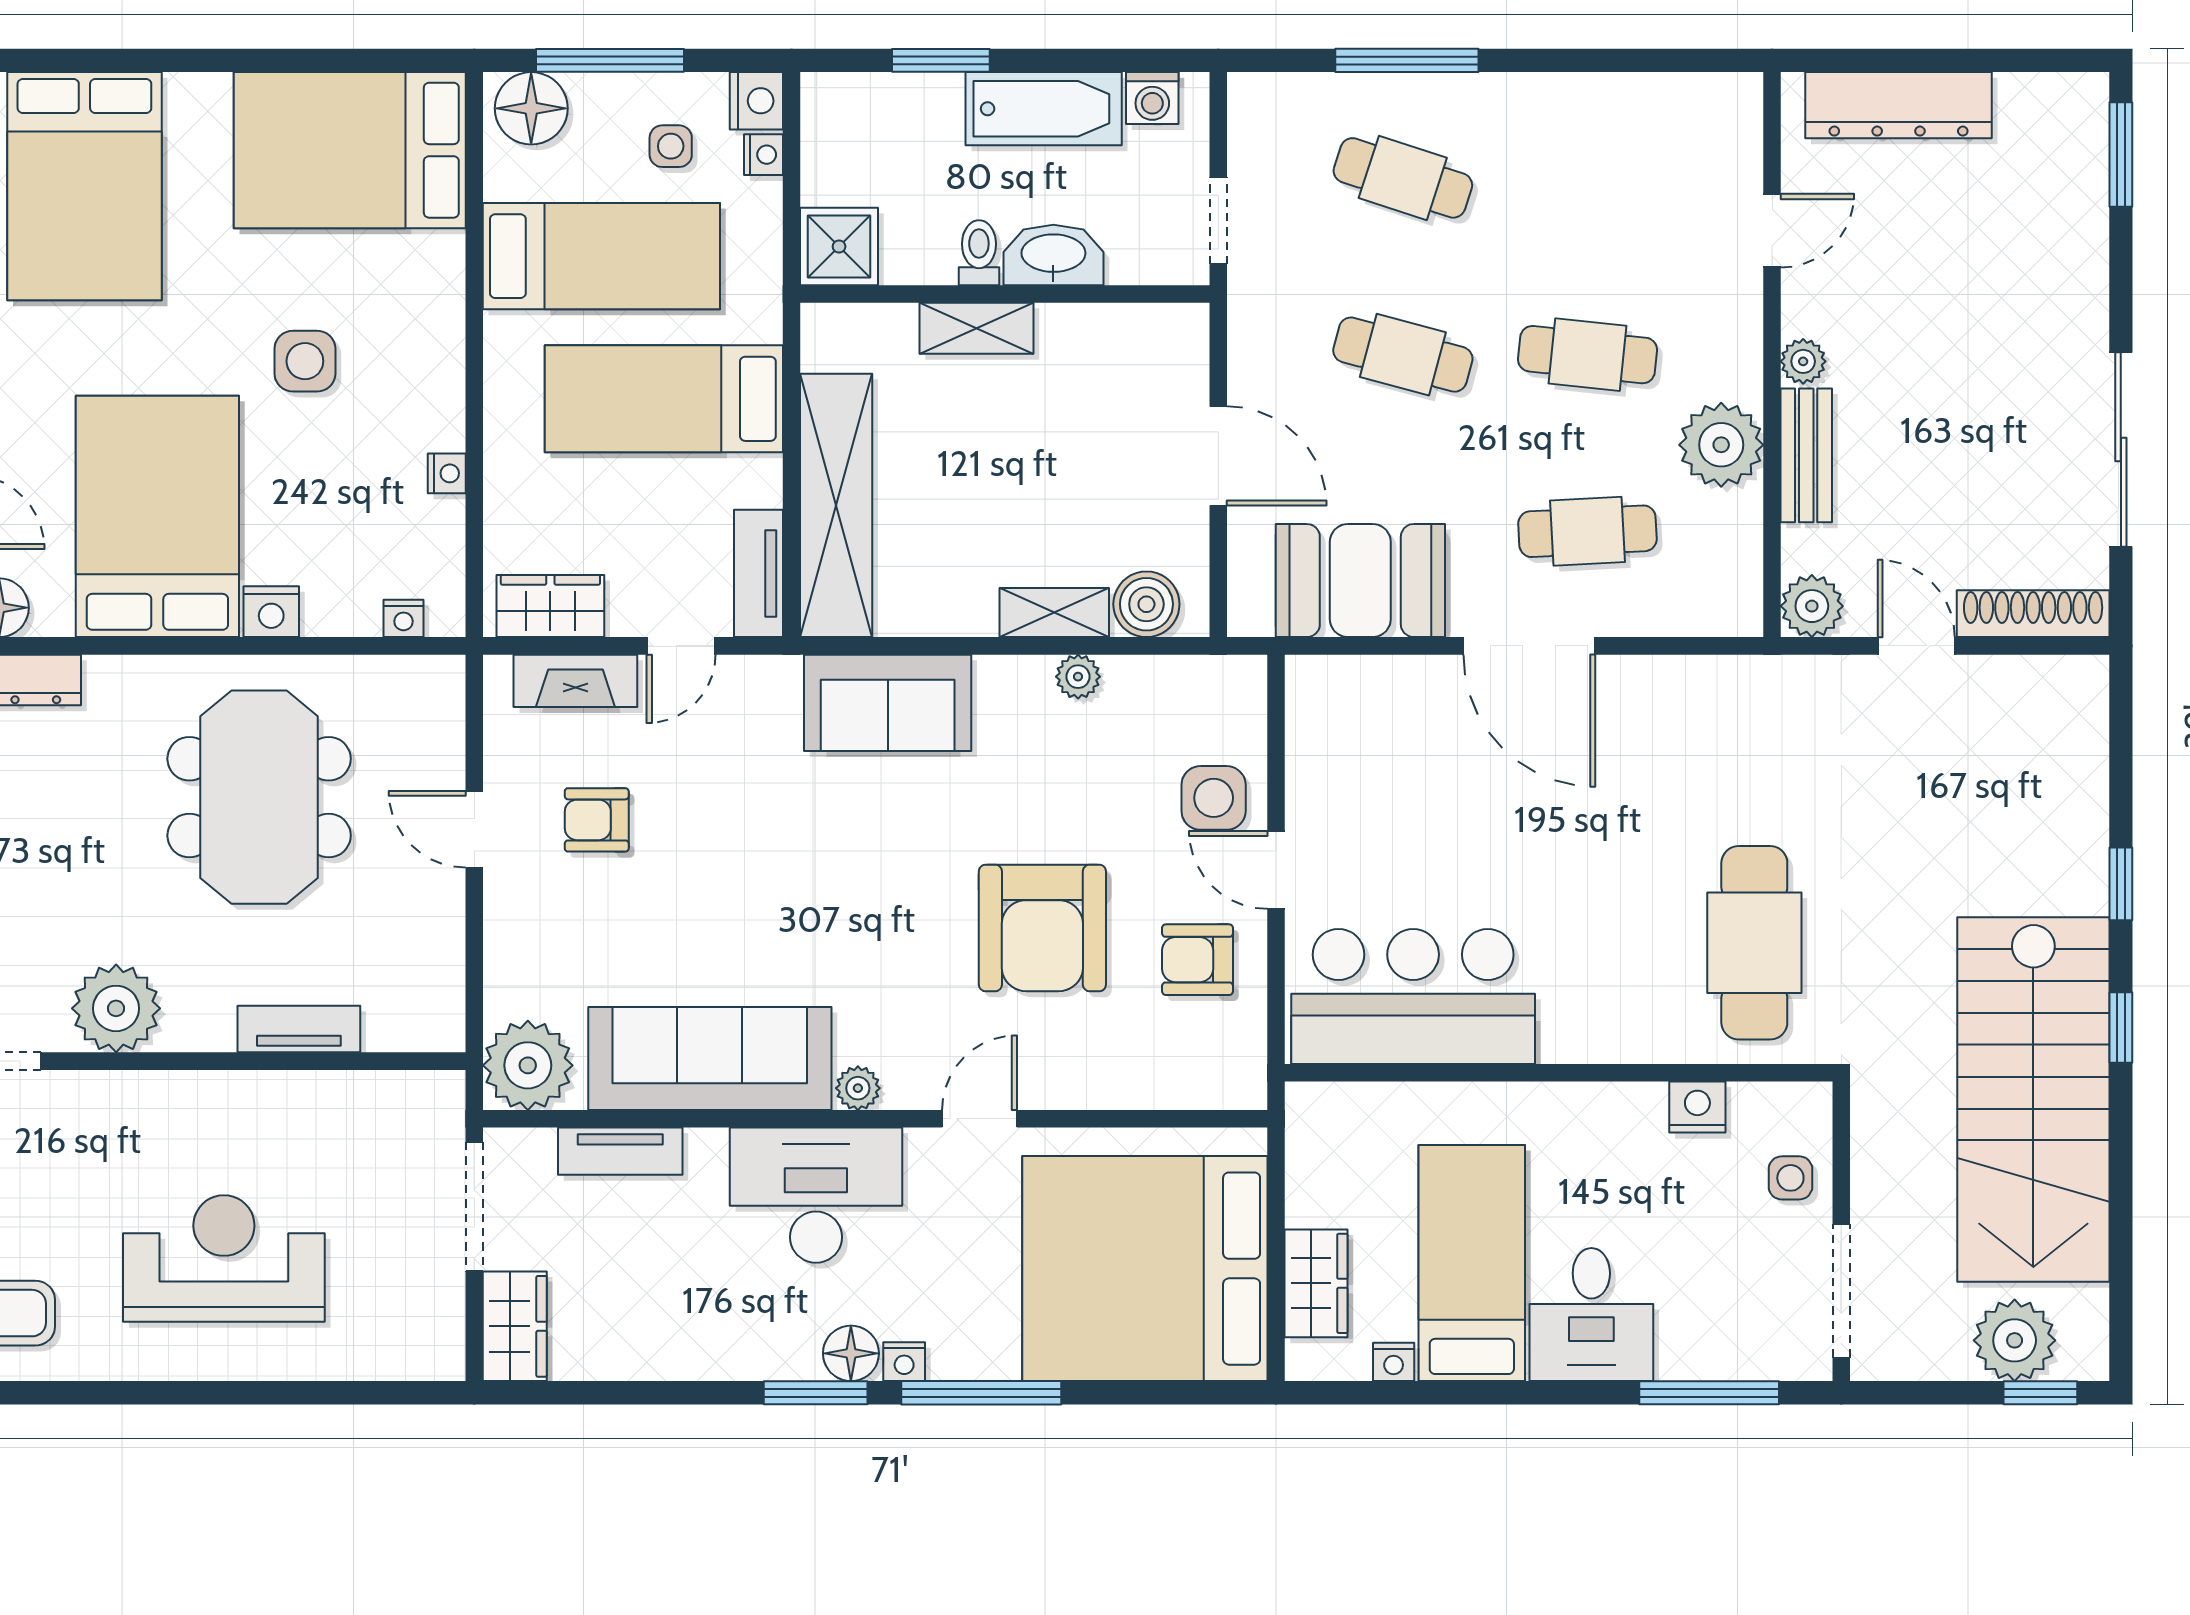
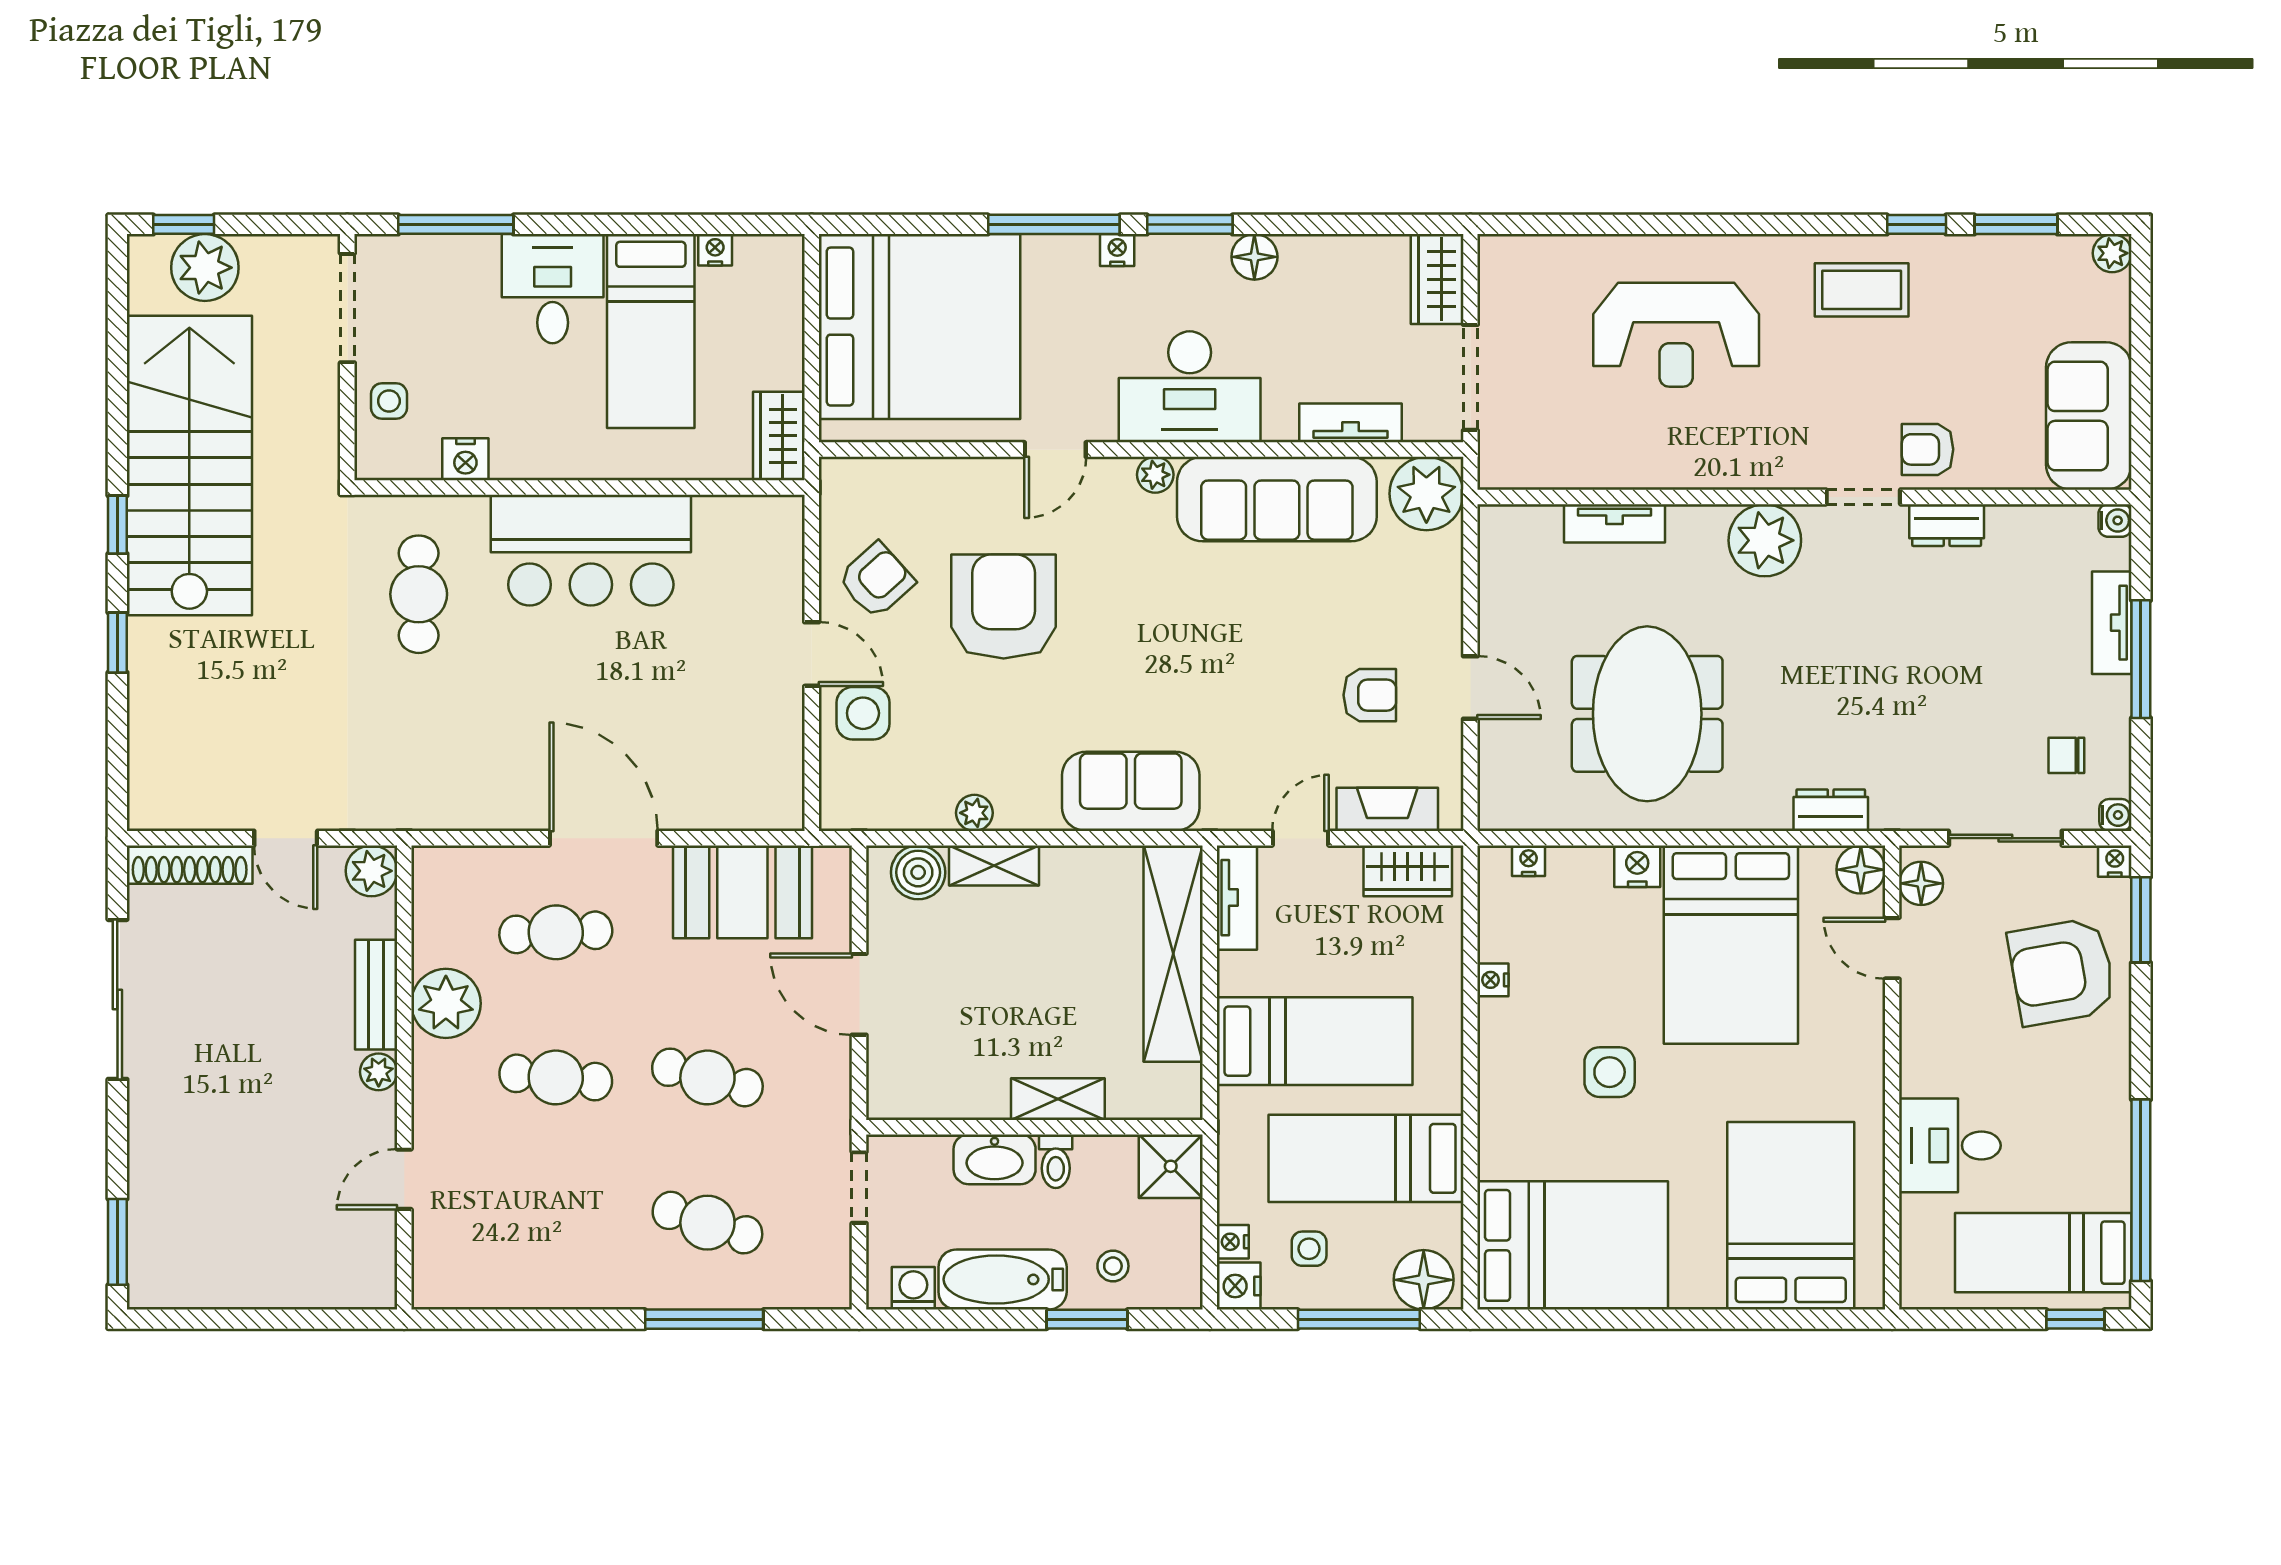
dresser: (1899, 105) -> (300, 1282), removed
stool: (909, 125) -> (1113, 1266), added
cafe table: (1754, 943) -> (419, 594), width x0.73, depth x0.74
armchair: (1198, 960) -> (876, 580), turned -42
bar counter: (1413, 996) -> (591, 550), moved
wardrobe: (1316, 1283) -> (779, 436), moved
floor lamp: (851, 1353) -> (1254, 257), moved

